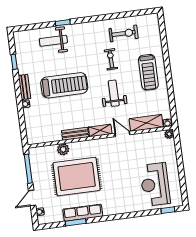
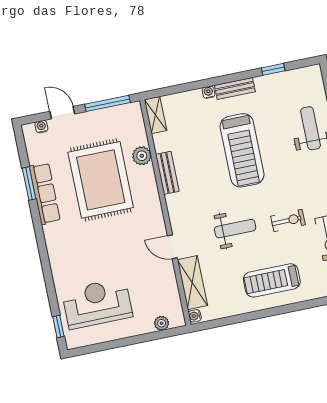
shelving: (100, 130) -> (156, 115), moved
door: (122, 134) -> (172, 247), swing flipped
plant: (169, 134) -> (162, 323), moved

